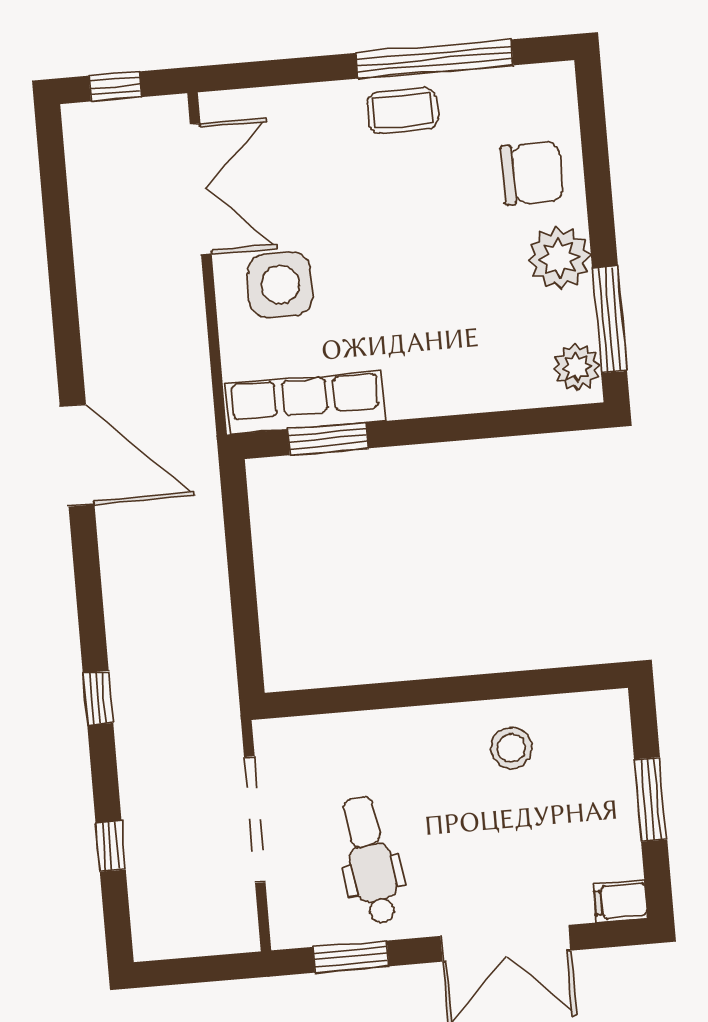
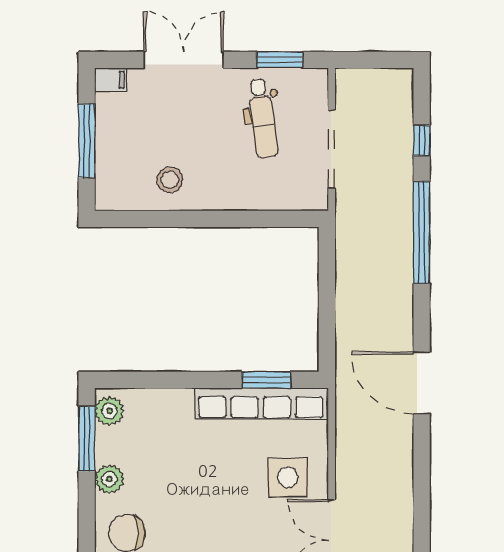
plant: (559, 258) -> (109, 479), width x0.73, depth x0.73
row of seats: (305, 402) -> (261, 404), width x1.36
window: (98, 698) -> (422, 232), width x3.17
window: (651, 799) -> (87, 141), width x1.44

